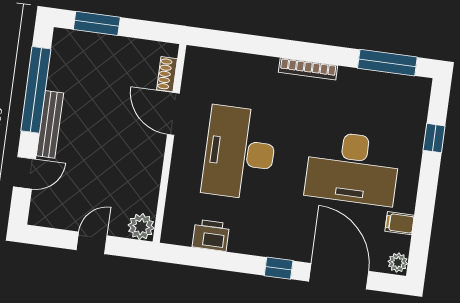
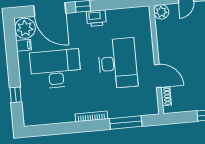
window: (387, 63) -> (126, 123), moved
printer: (211, 235) -> (96, 18), moved
plant: (398, 263) -> (25, 28), width x1.87, depth x1.87

